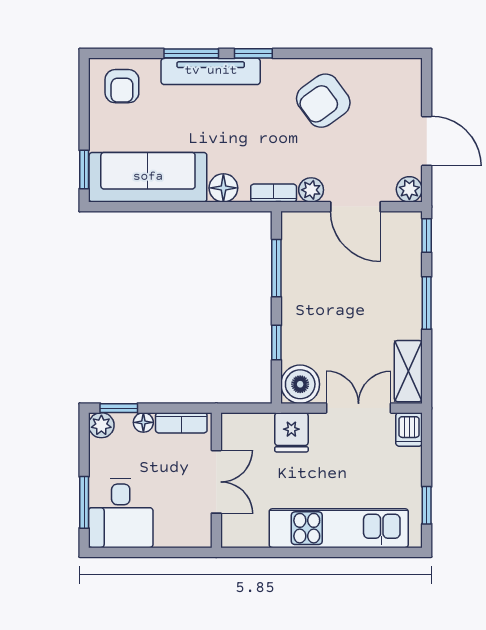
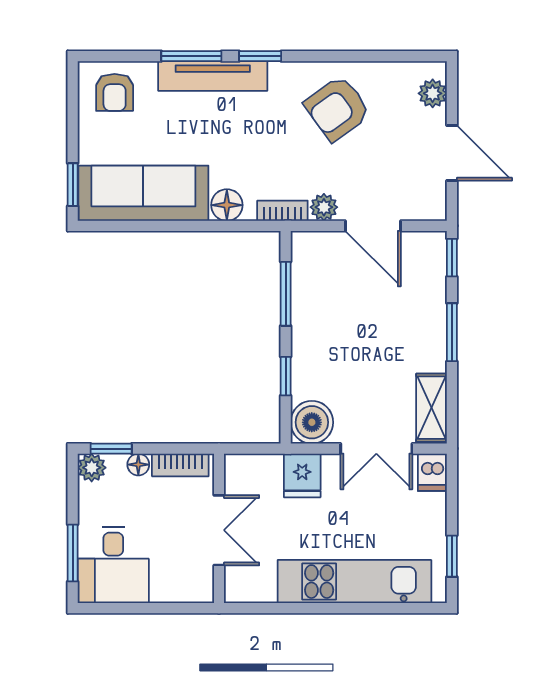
plant: (409, 189) -> (433, 93), moved
double door: (359, 408) -> (376, 449), swing flipped

